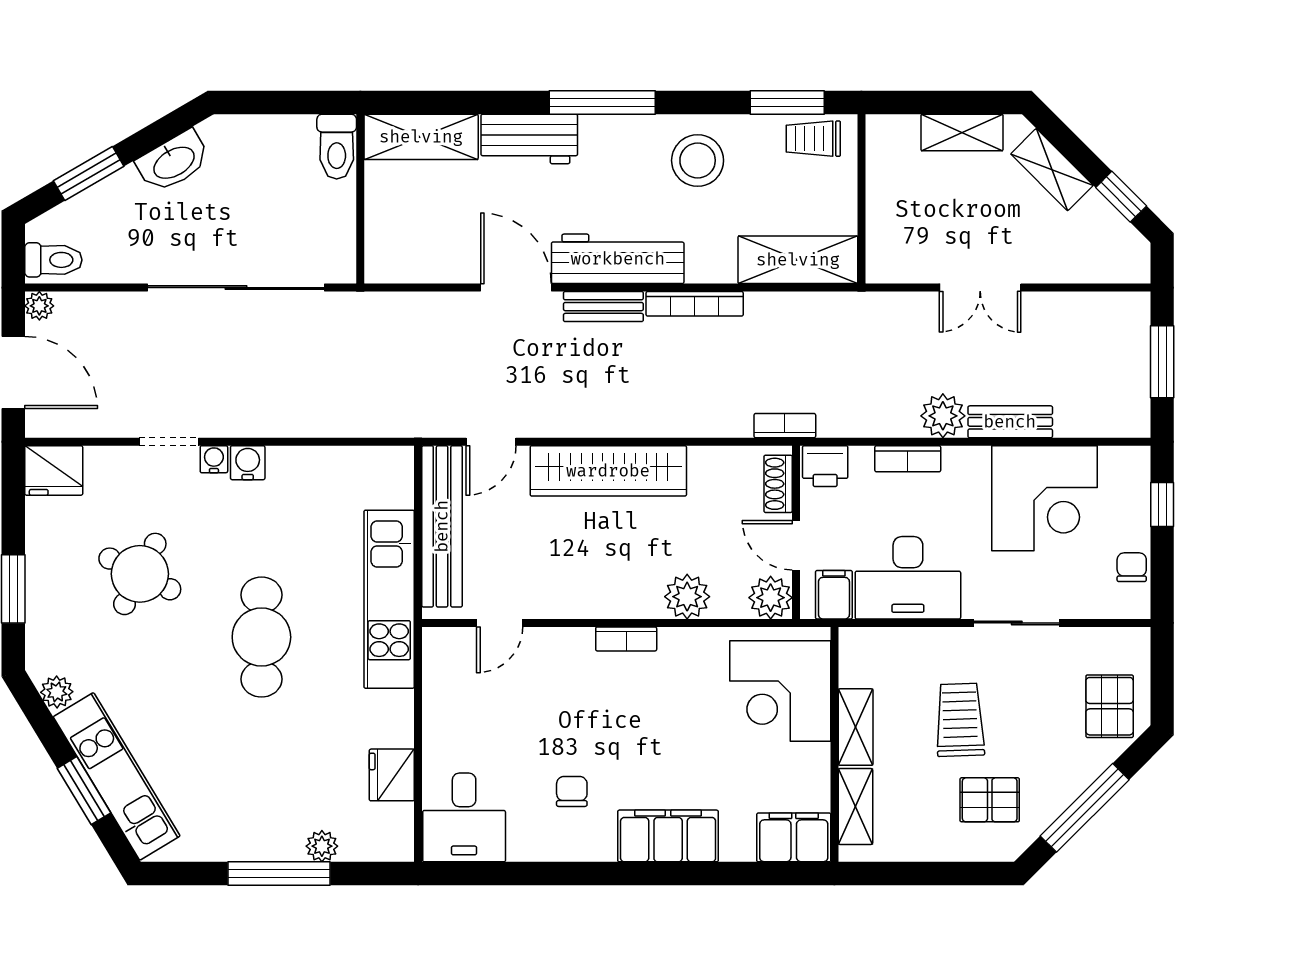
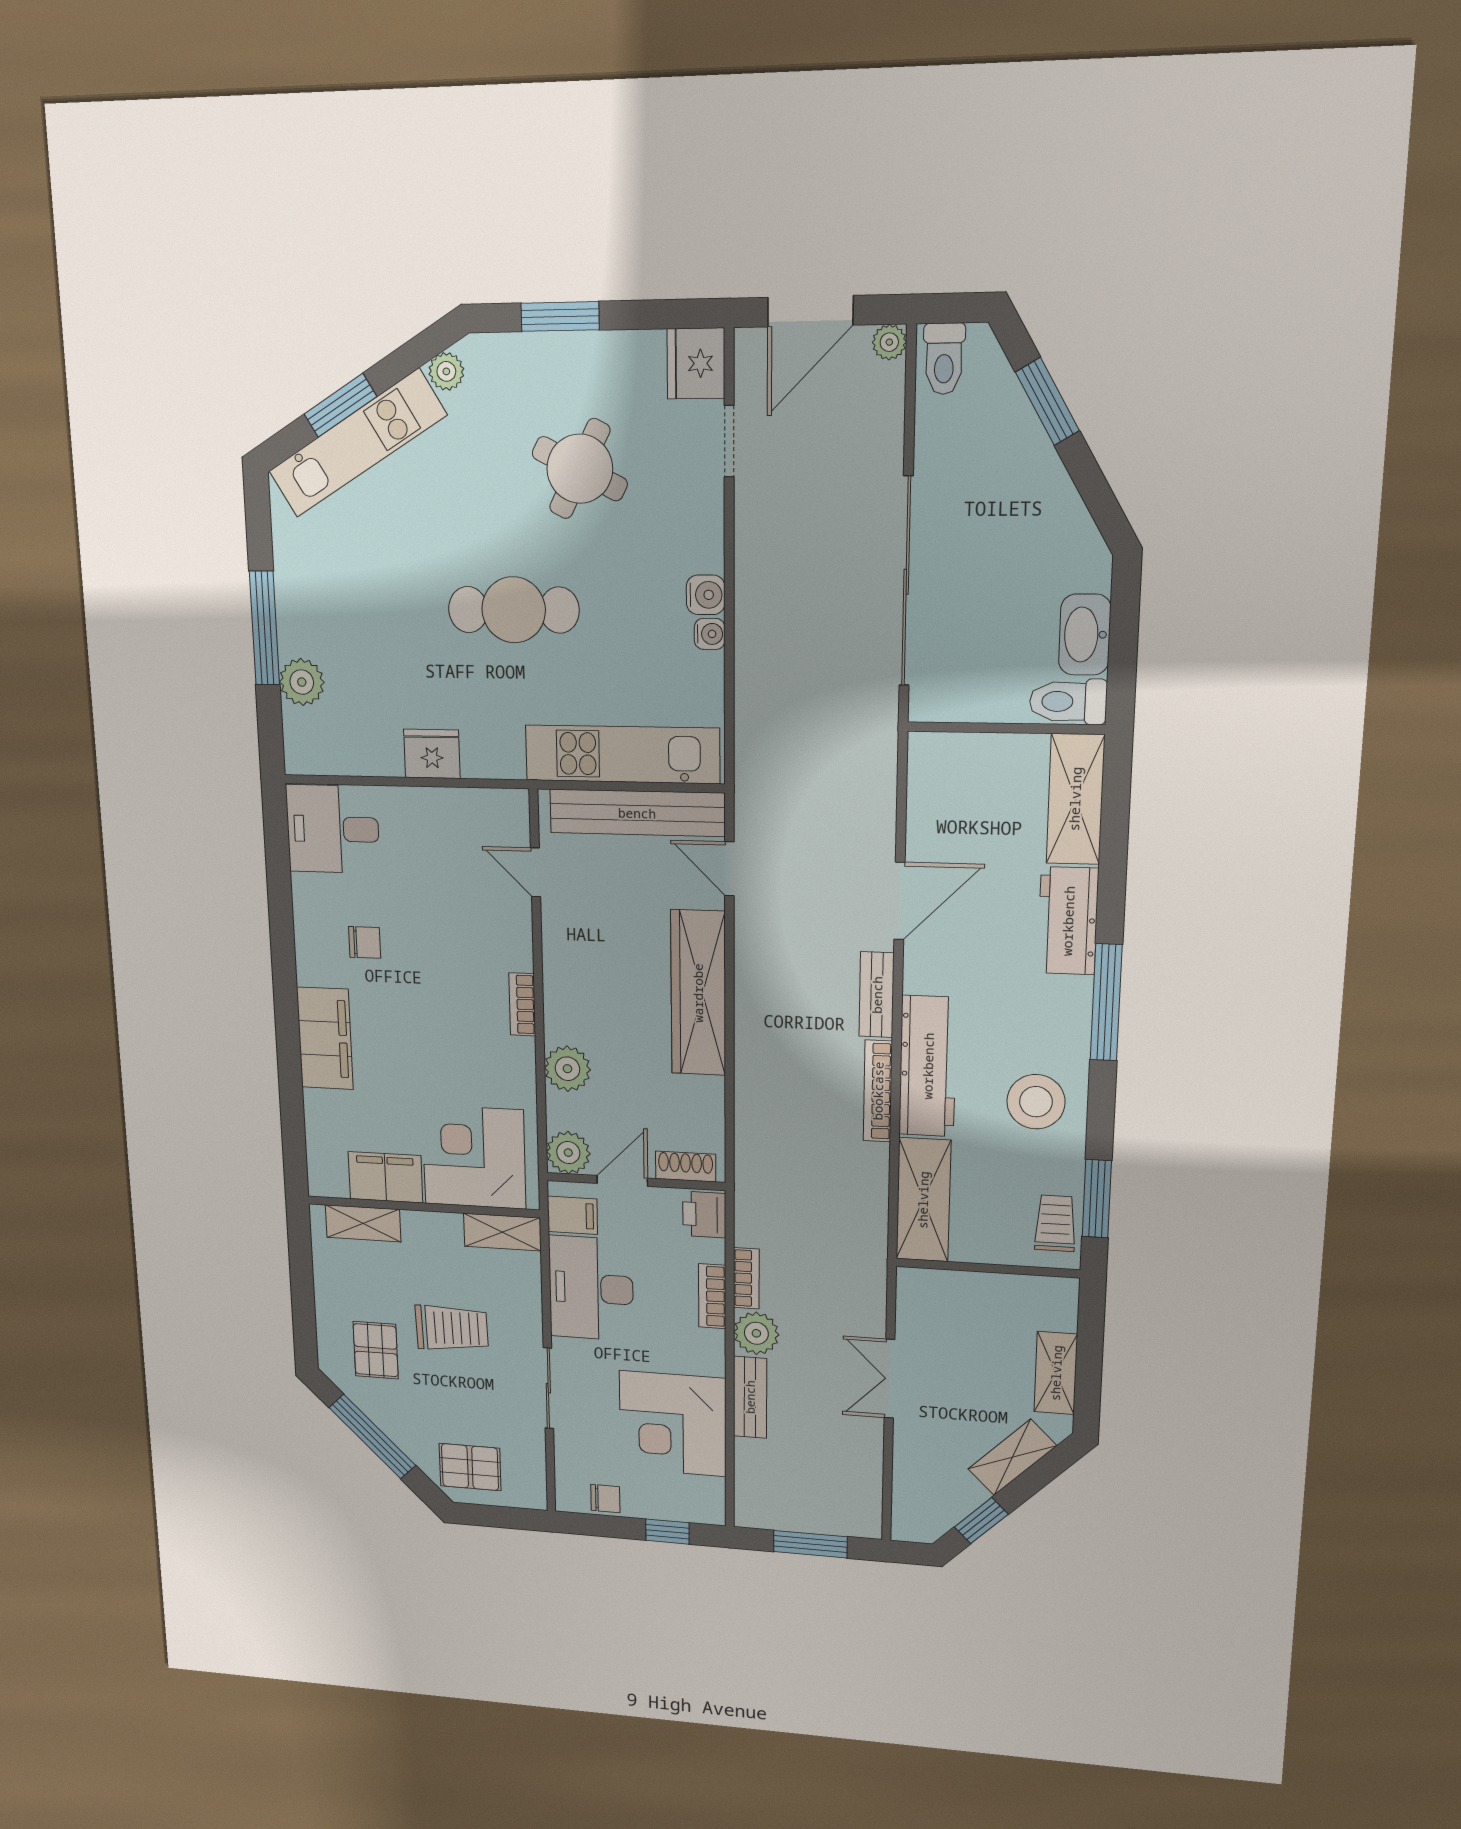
washbasin: (173, 162) -> (1085, 635), moved, turned 30
workbench: (618, 259) -> (928, 1066), moved
bookcase: (785, 426) -> (746, 1278), moved
doorway: (169, 442) -> (729, 441), moved
water cooler: (214, 459) -> (710, 634), moved
kitchen unit: (389, 599) -> (622, 754), moved
shelving: (856, 727) -> (502, 1232), moved
fridge: (392, 775) -> (432, 754), moved
filing cabinet: (794, 837) -> (385, 1177), moved, turned -90
plant: (322, 846) -> (302, 682), width x1.38, depth x1.38

